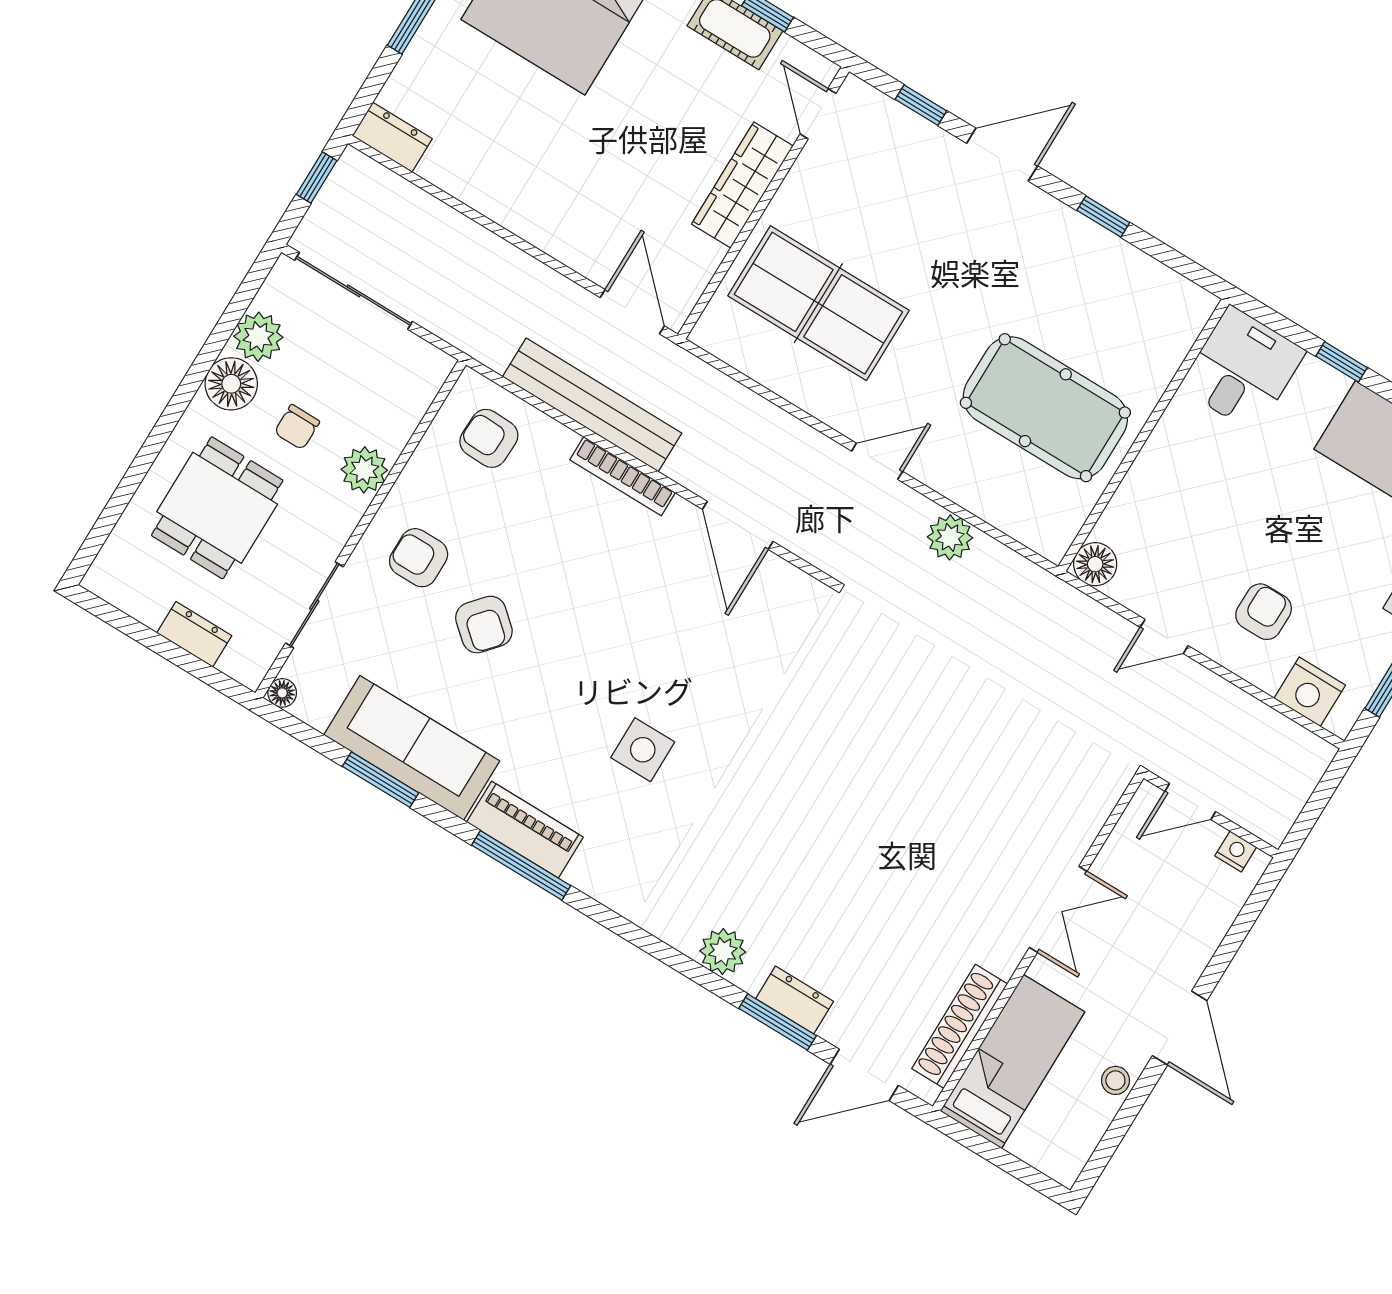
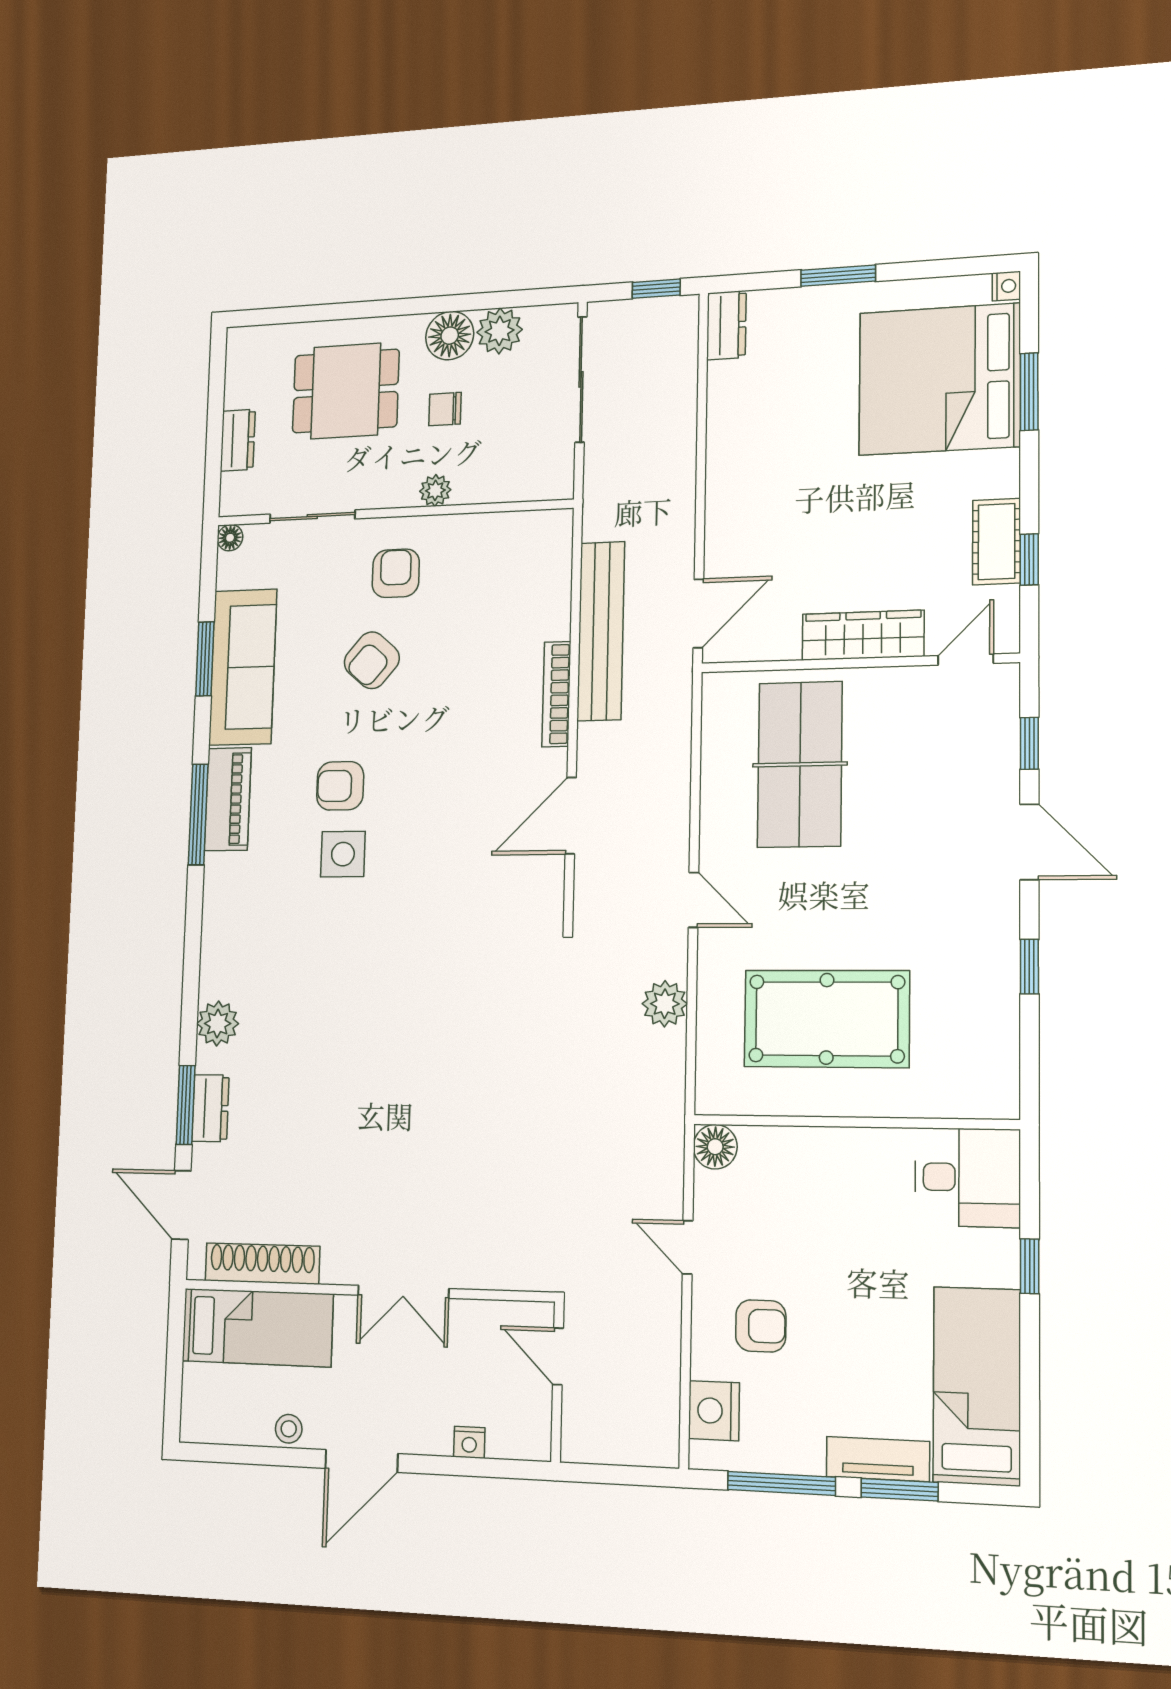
pool table: (1045, 408) -> (827, 1019), turned 90
armchair: (489, 438) -> (340, 786), moved, turned -92
plant: (364, 470) -> (435, 490), width x0.73, depth x0.73
nightstand: (1236, 851) -> (469, 1442), moved, turned 90

